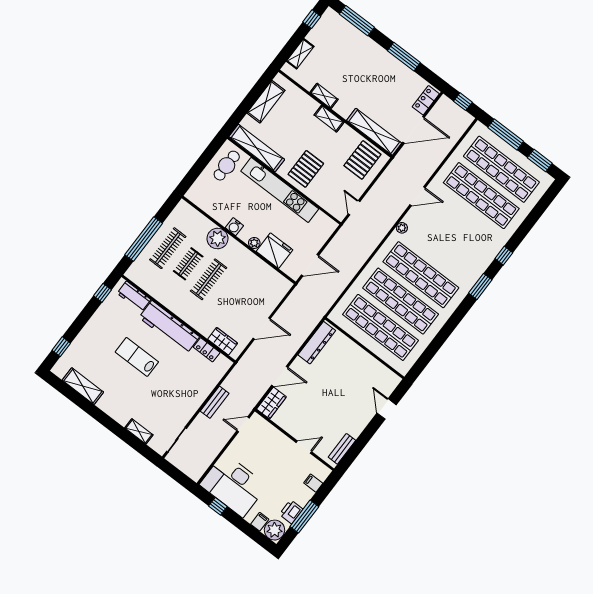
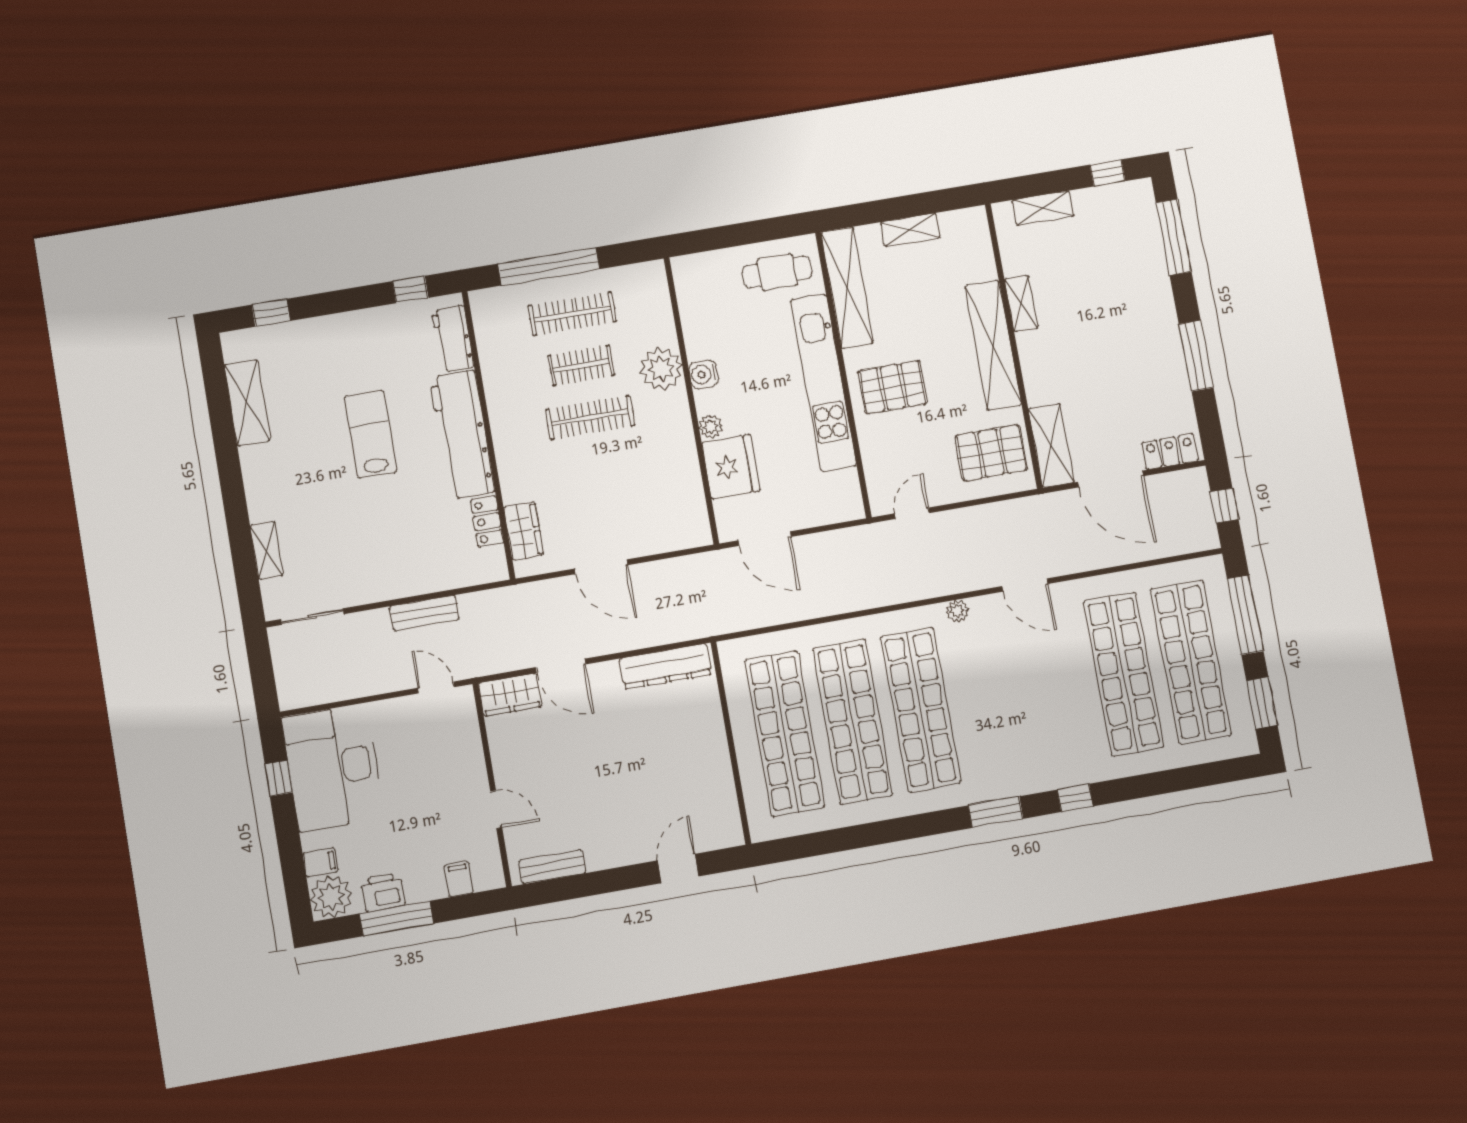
shelving: (266, 102) -> (910, 230), width x0.67, depth x0.75
shelving: (329, 119) -> (993, 345), width x2.20, depth x1.33
shelving: (374, 132) -> (1051, 445), width x0.68

